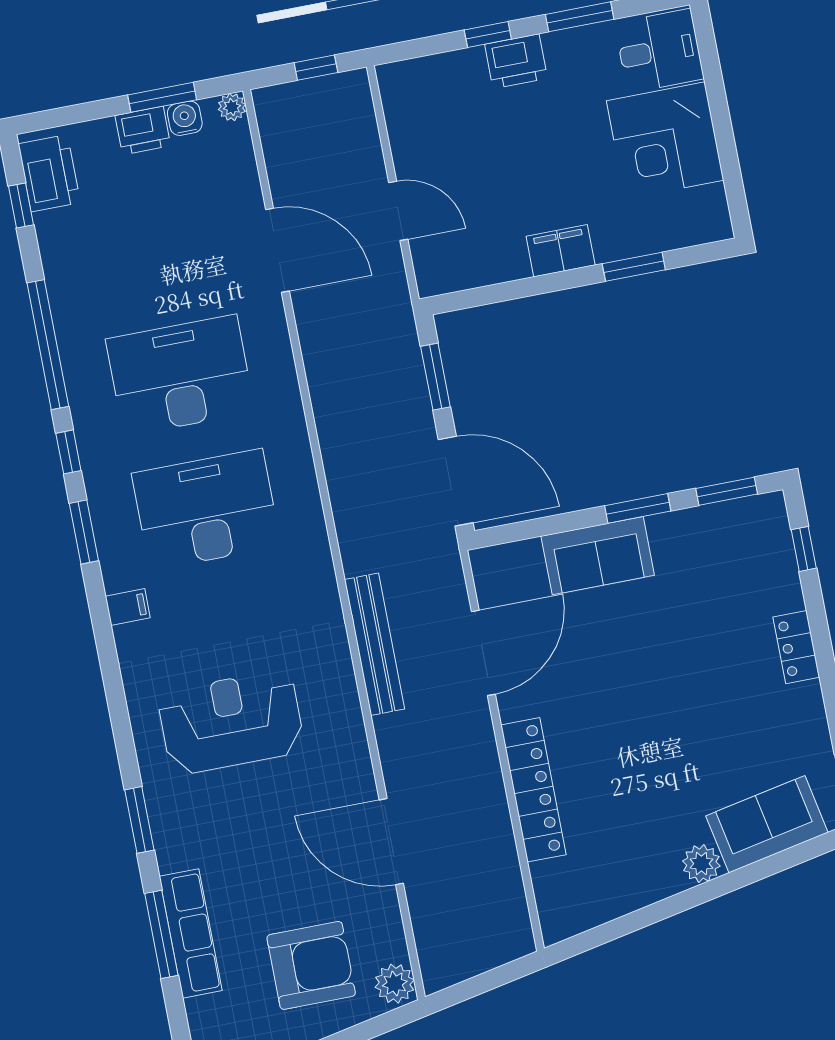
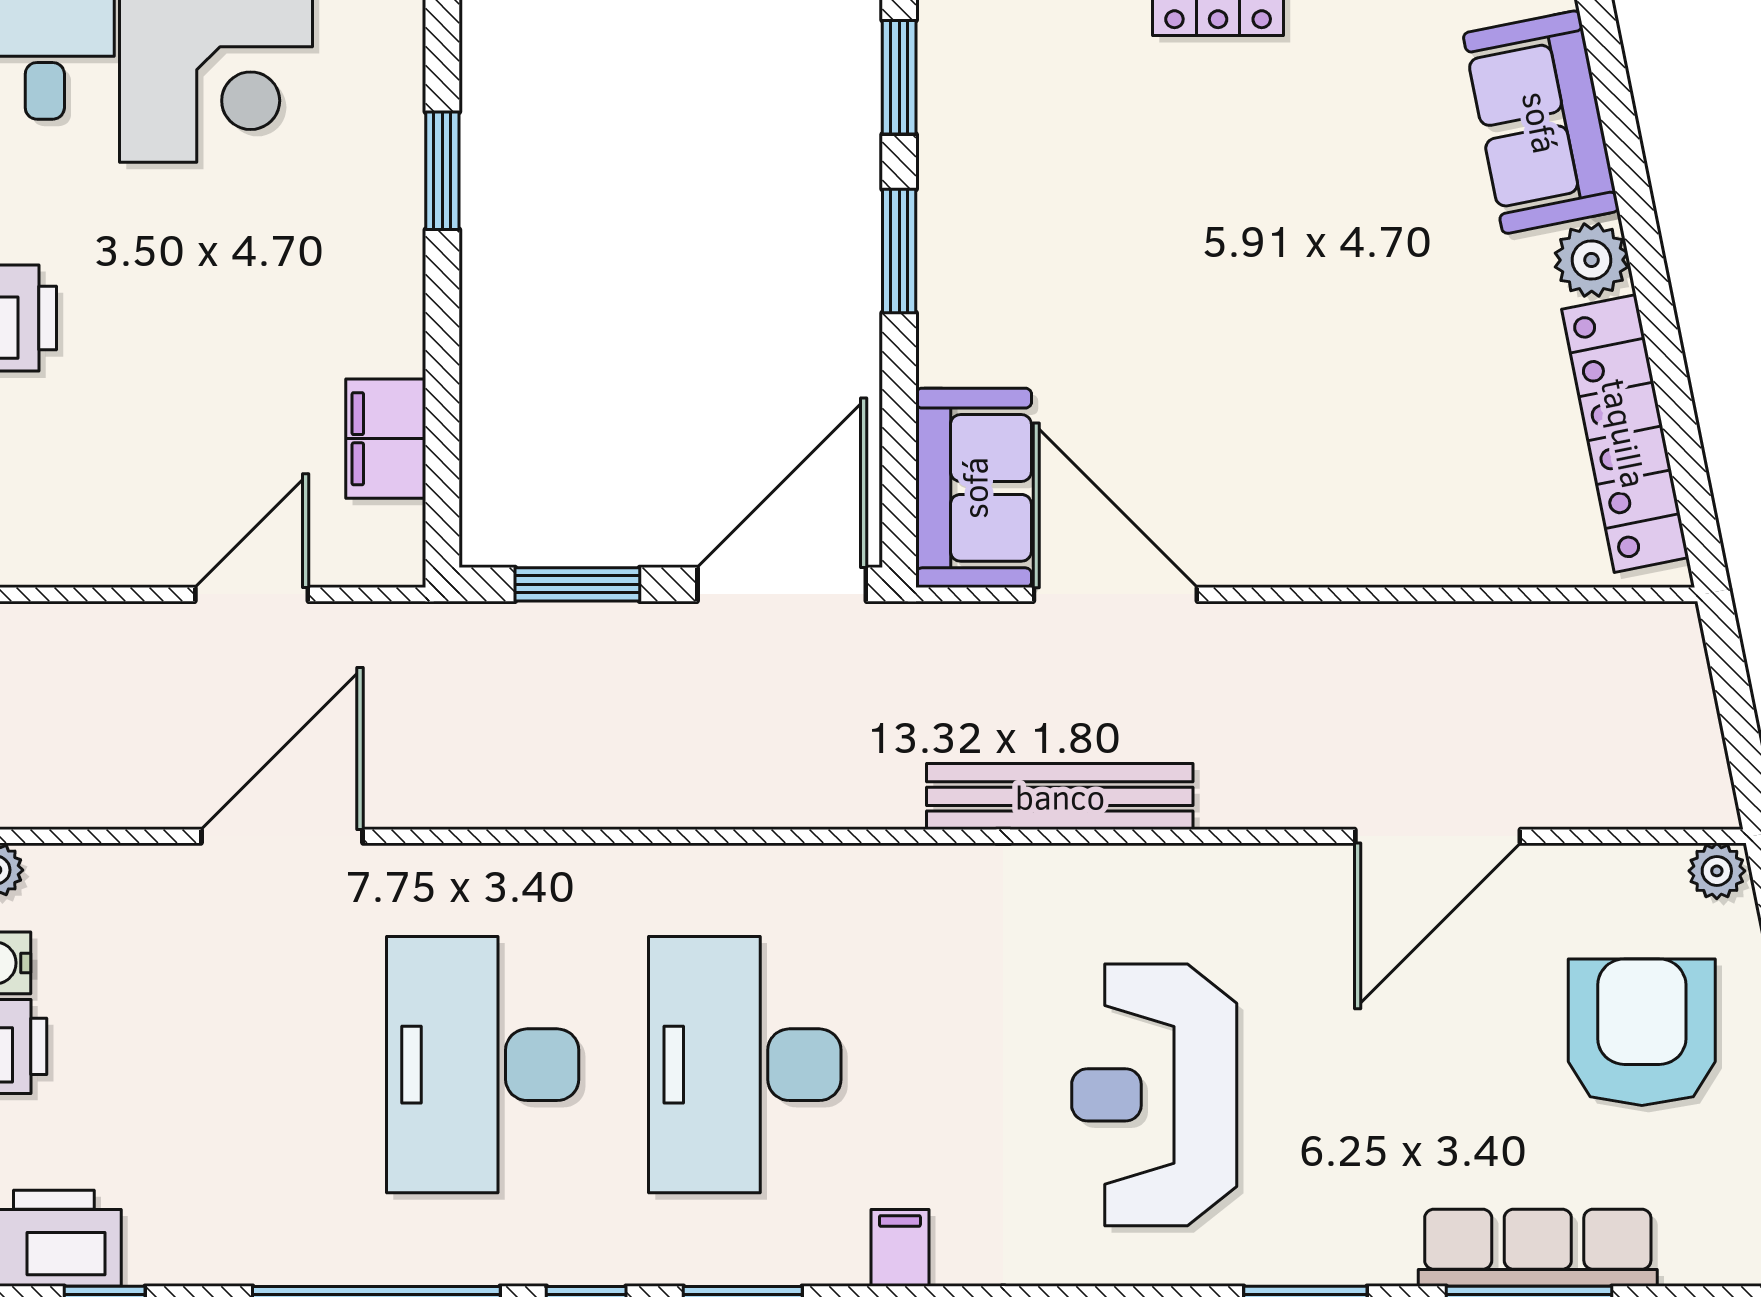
filing cabinet: (561, 251) -> (386, 439), moved
sofa: (598, 556) -> (974, 488), moved
locker: (533, 790) -> (1625, 433), moved, turned -101
plant: (395, 984) -> (1717, 871), width x0.73, depth x0.73

